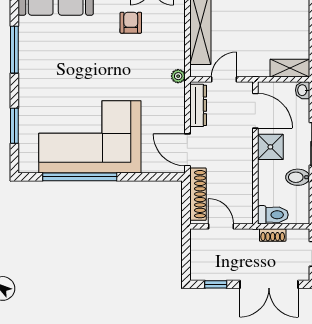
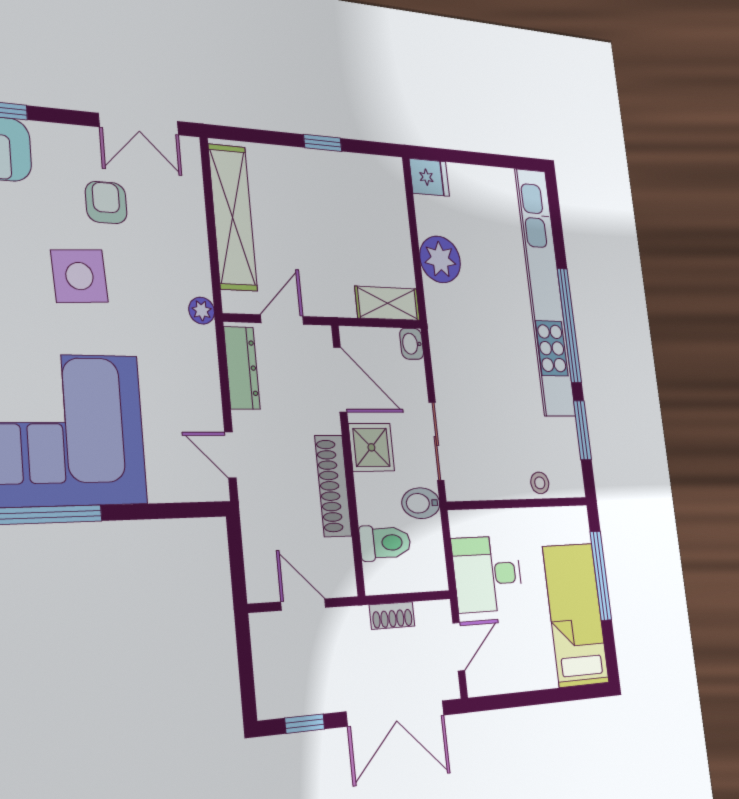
side table: (114, 61) -> (79, 276), added
door: (187, 150) -> (230, 455), width x0.73
shoe rack: (198, 194) -> (333, 486), moved, turned 180
toilet: (273, 215) -> (385, 543), moved

